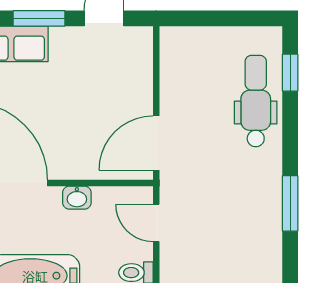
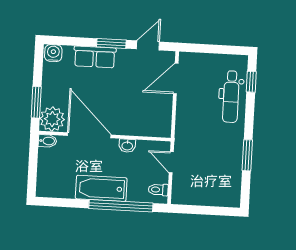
dental chair: (256, 101) -> (231, 97), turned 180
door: (156, 143) -> (176, 78), moved

